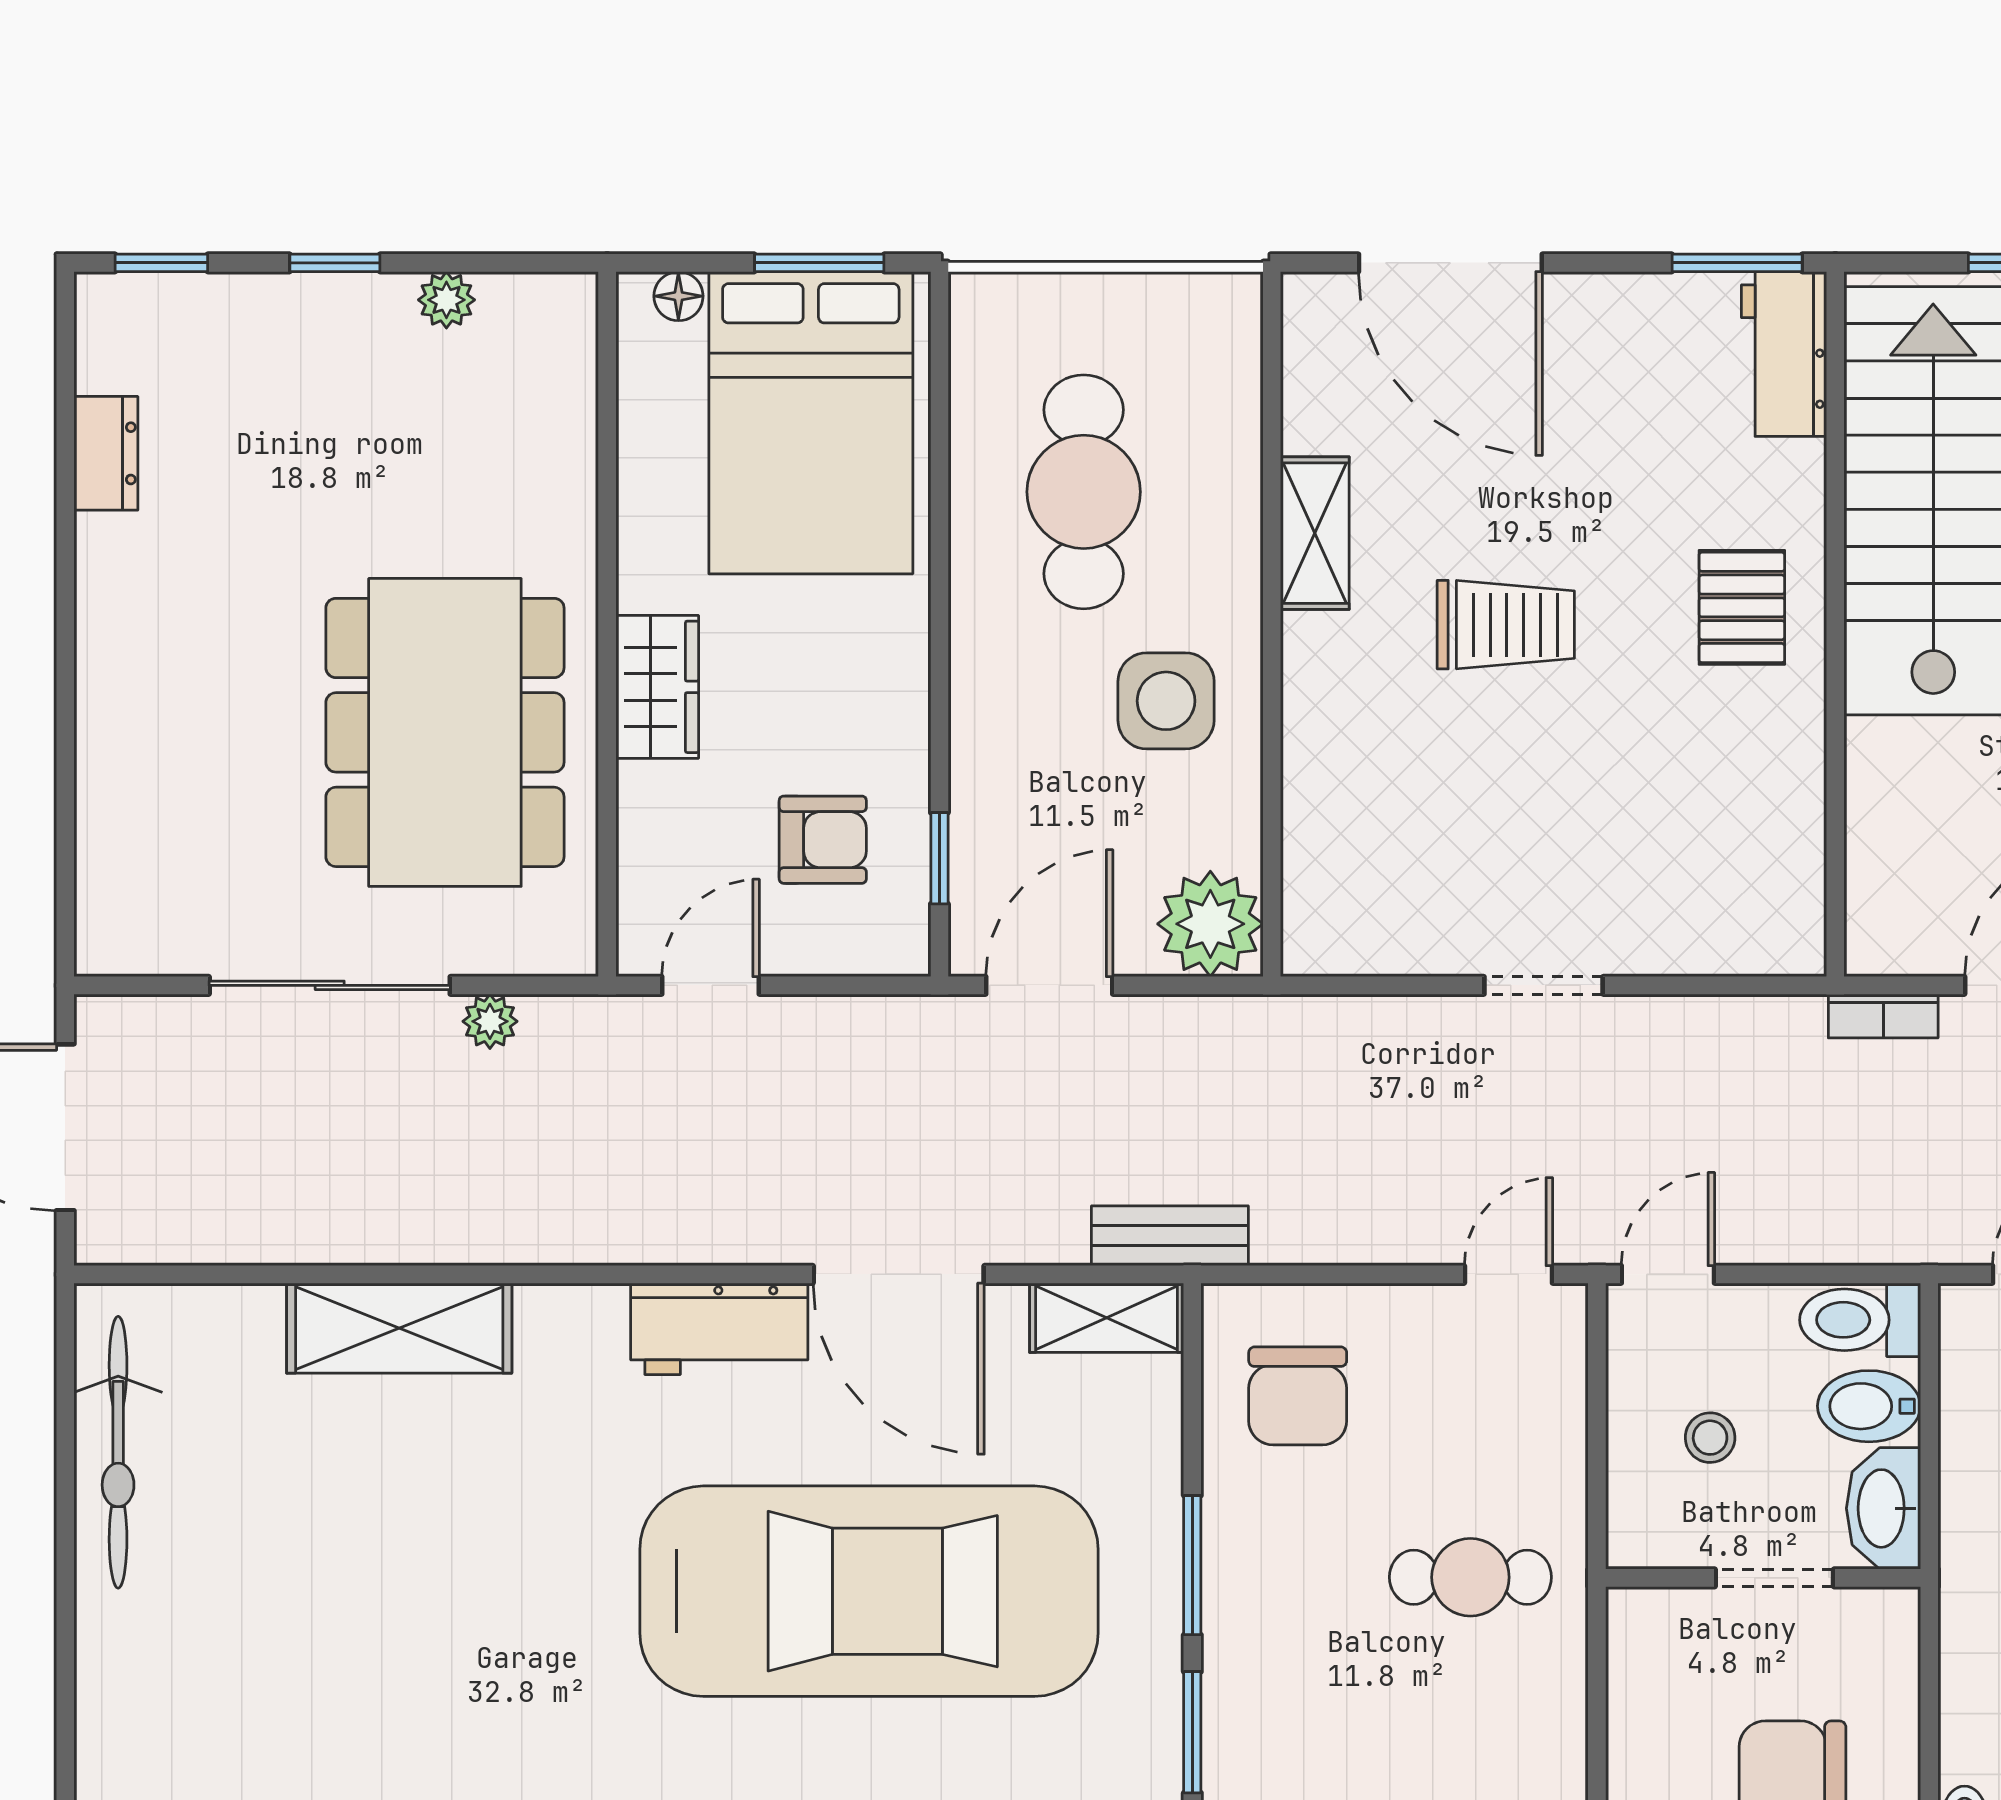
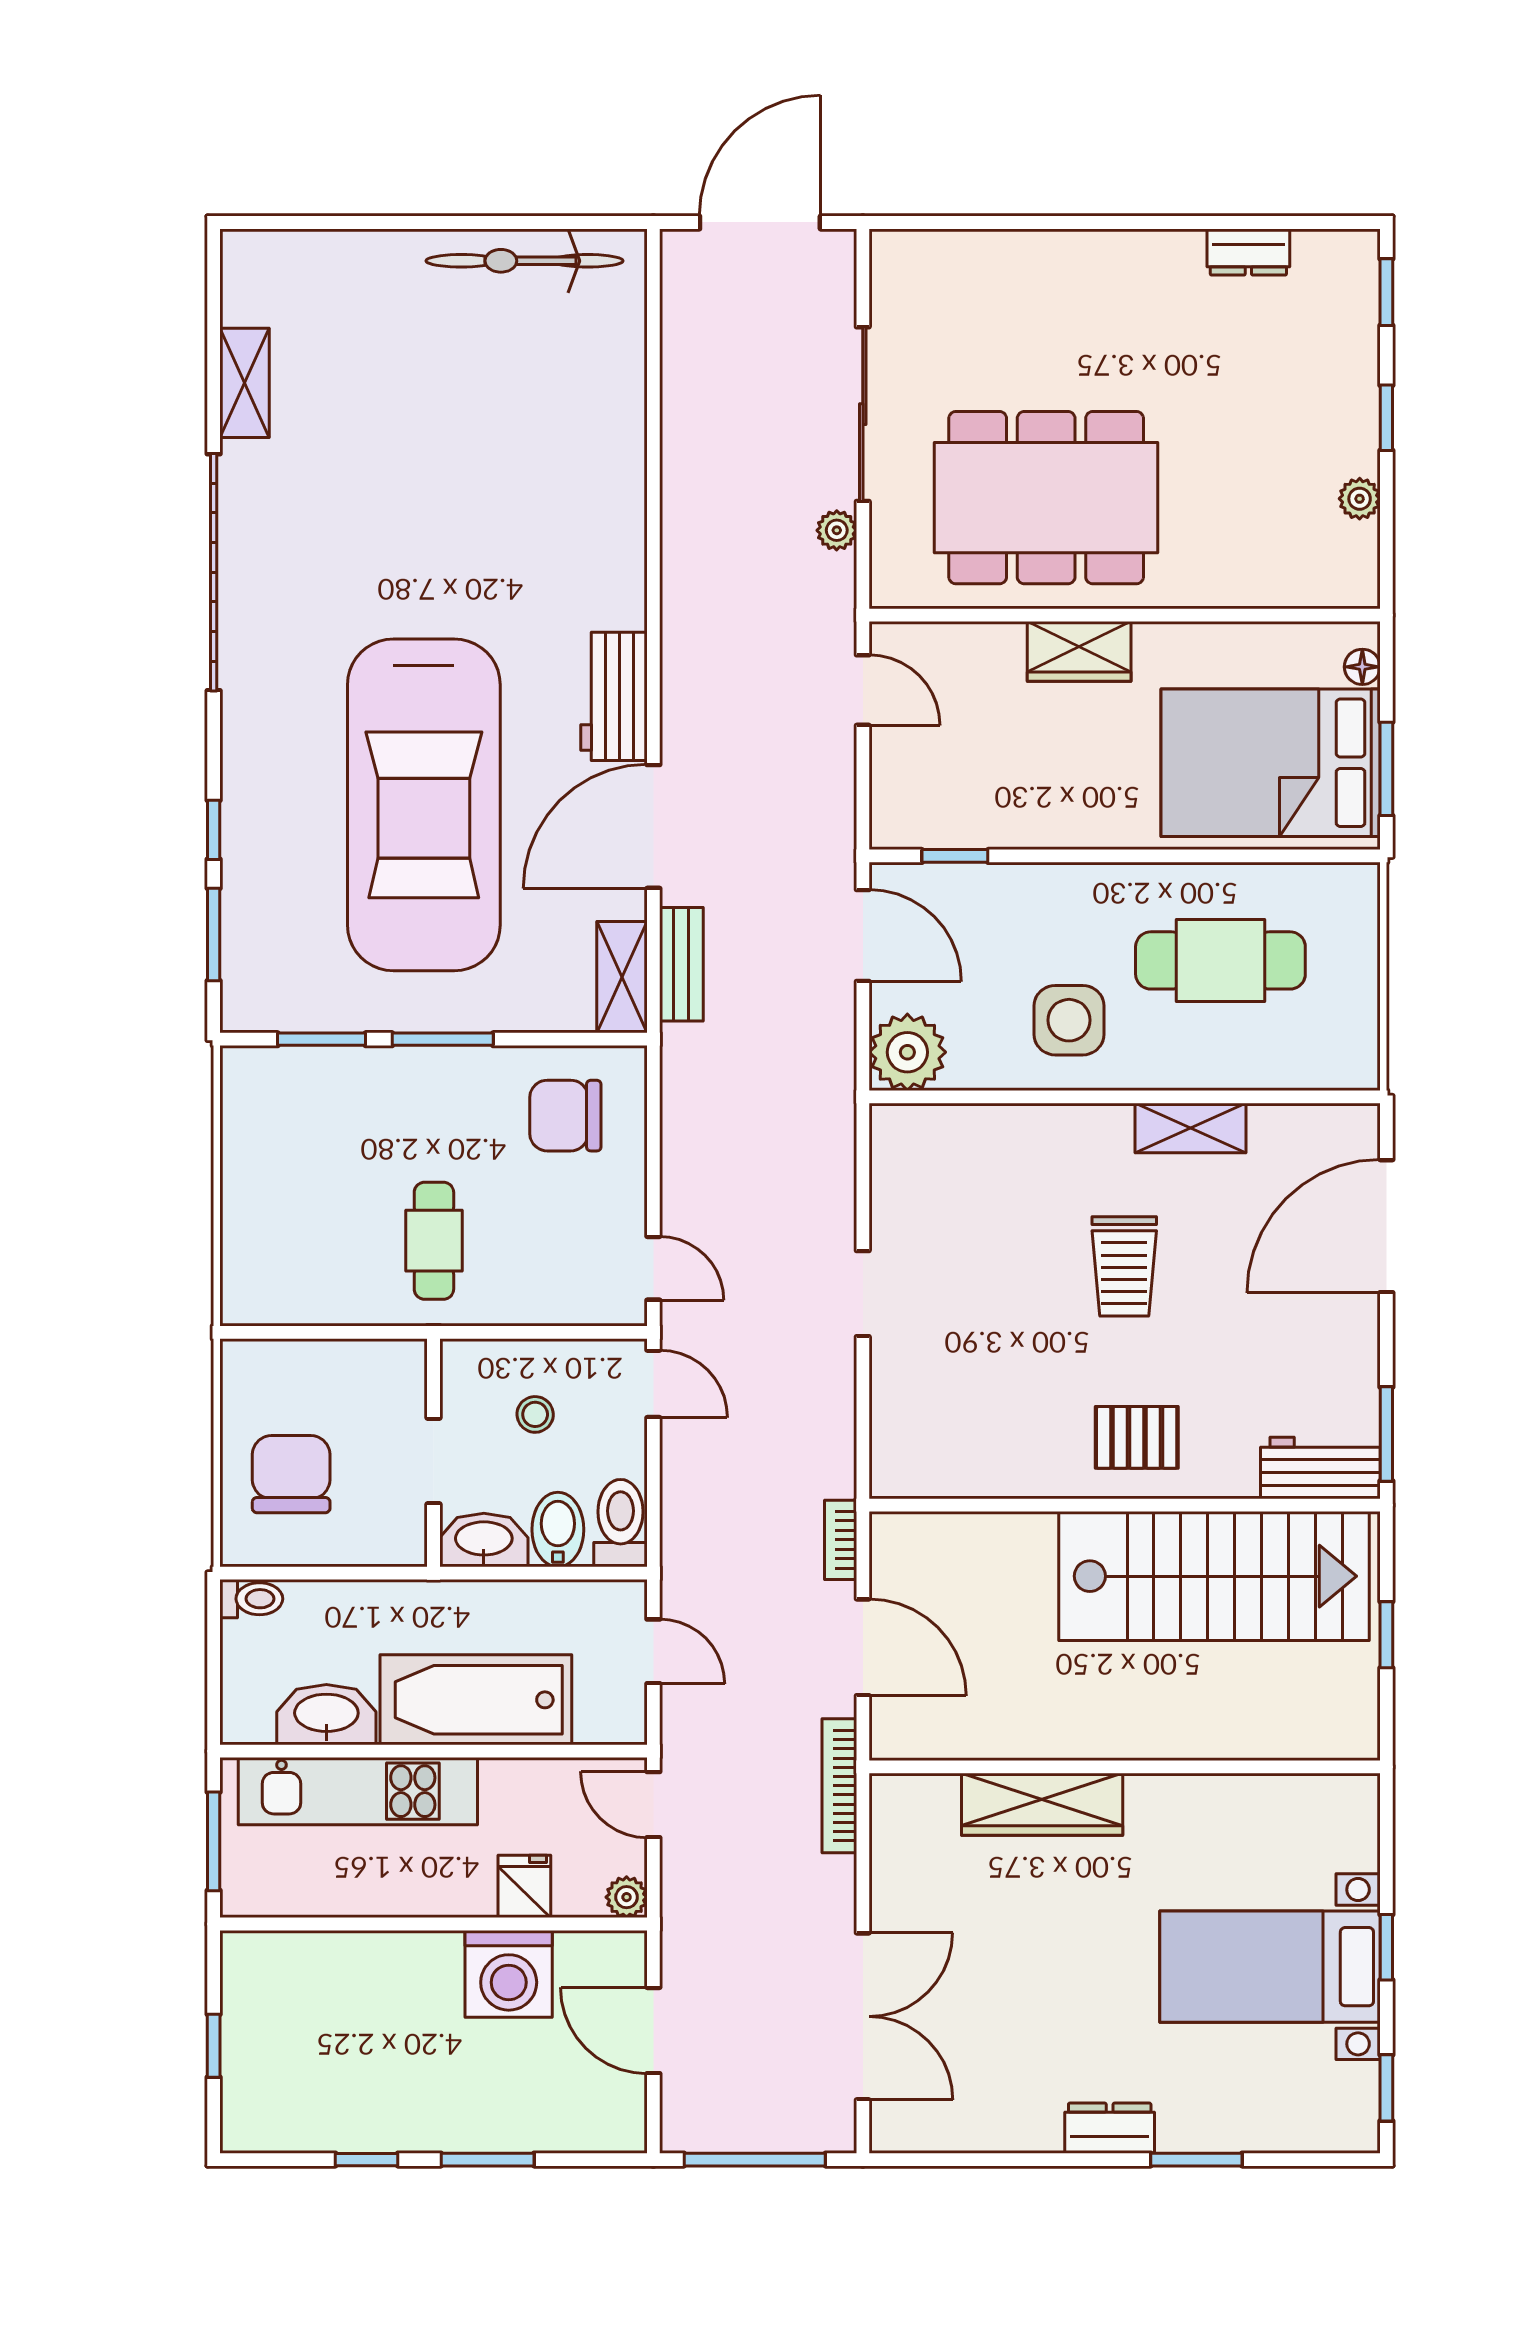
armchair: (823, 840) -> (968, 771), removed
bench: (1170, 1236) -> (681, 964), moved
shelving: (399, 1328) -> (614, 464), removed

